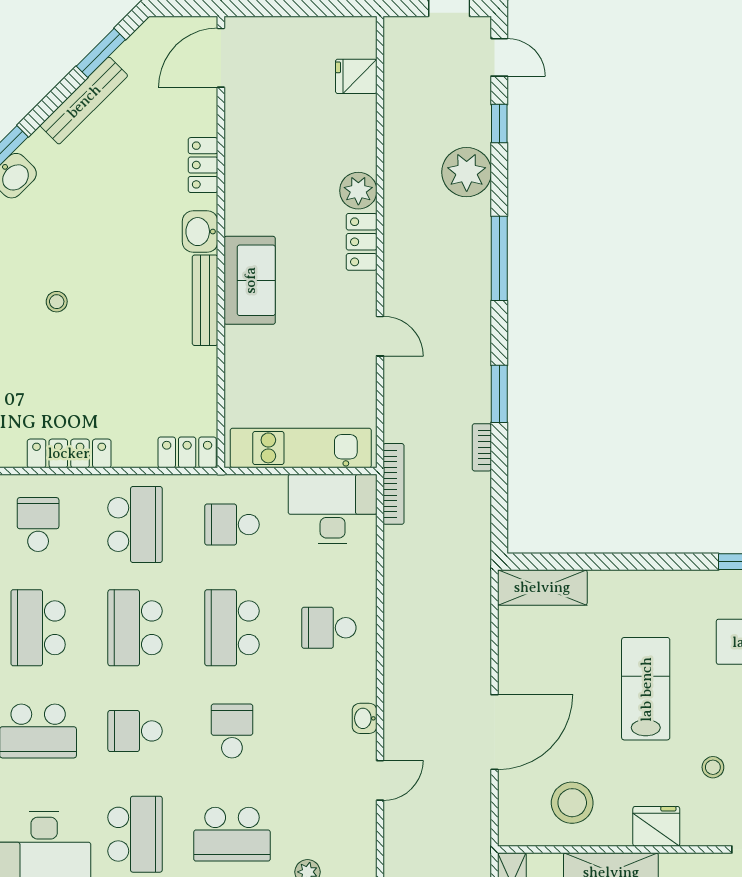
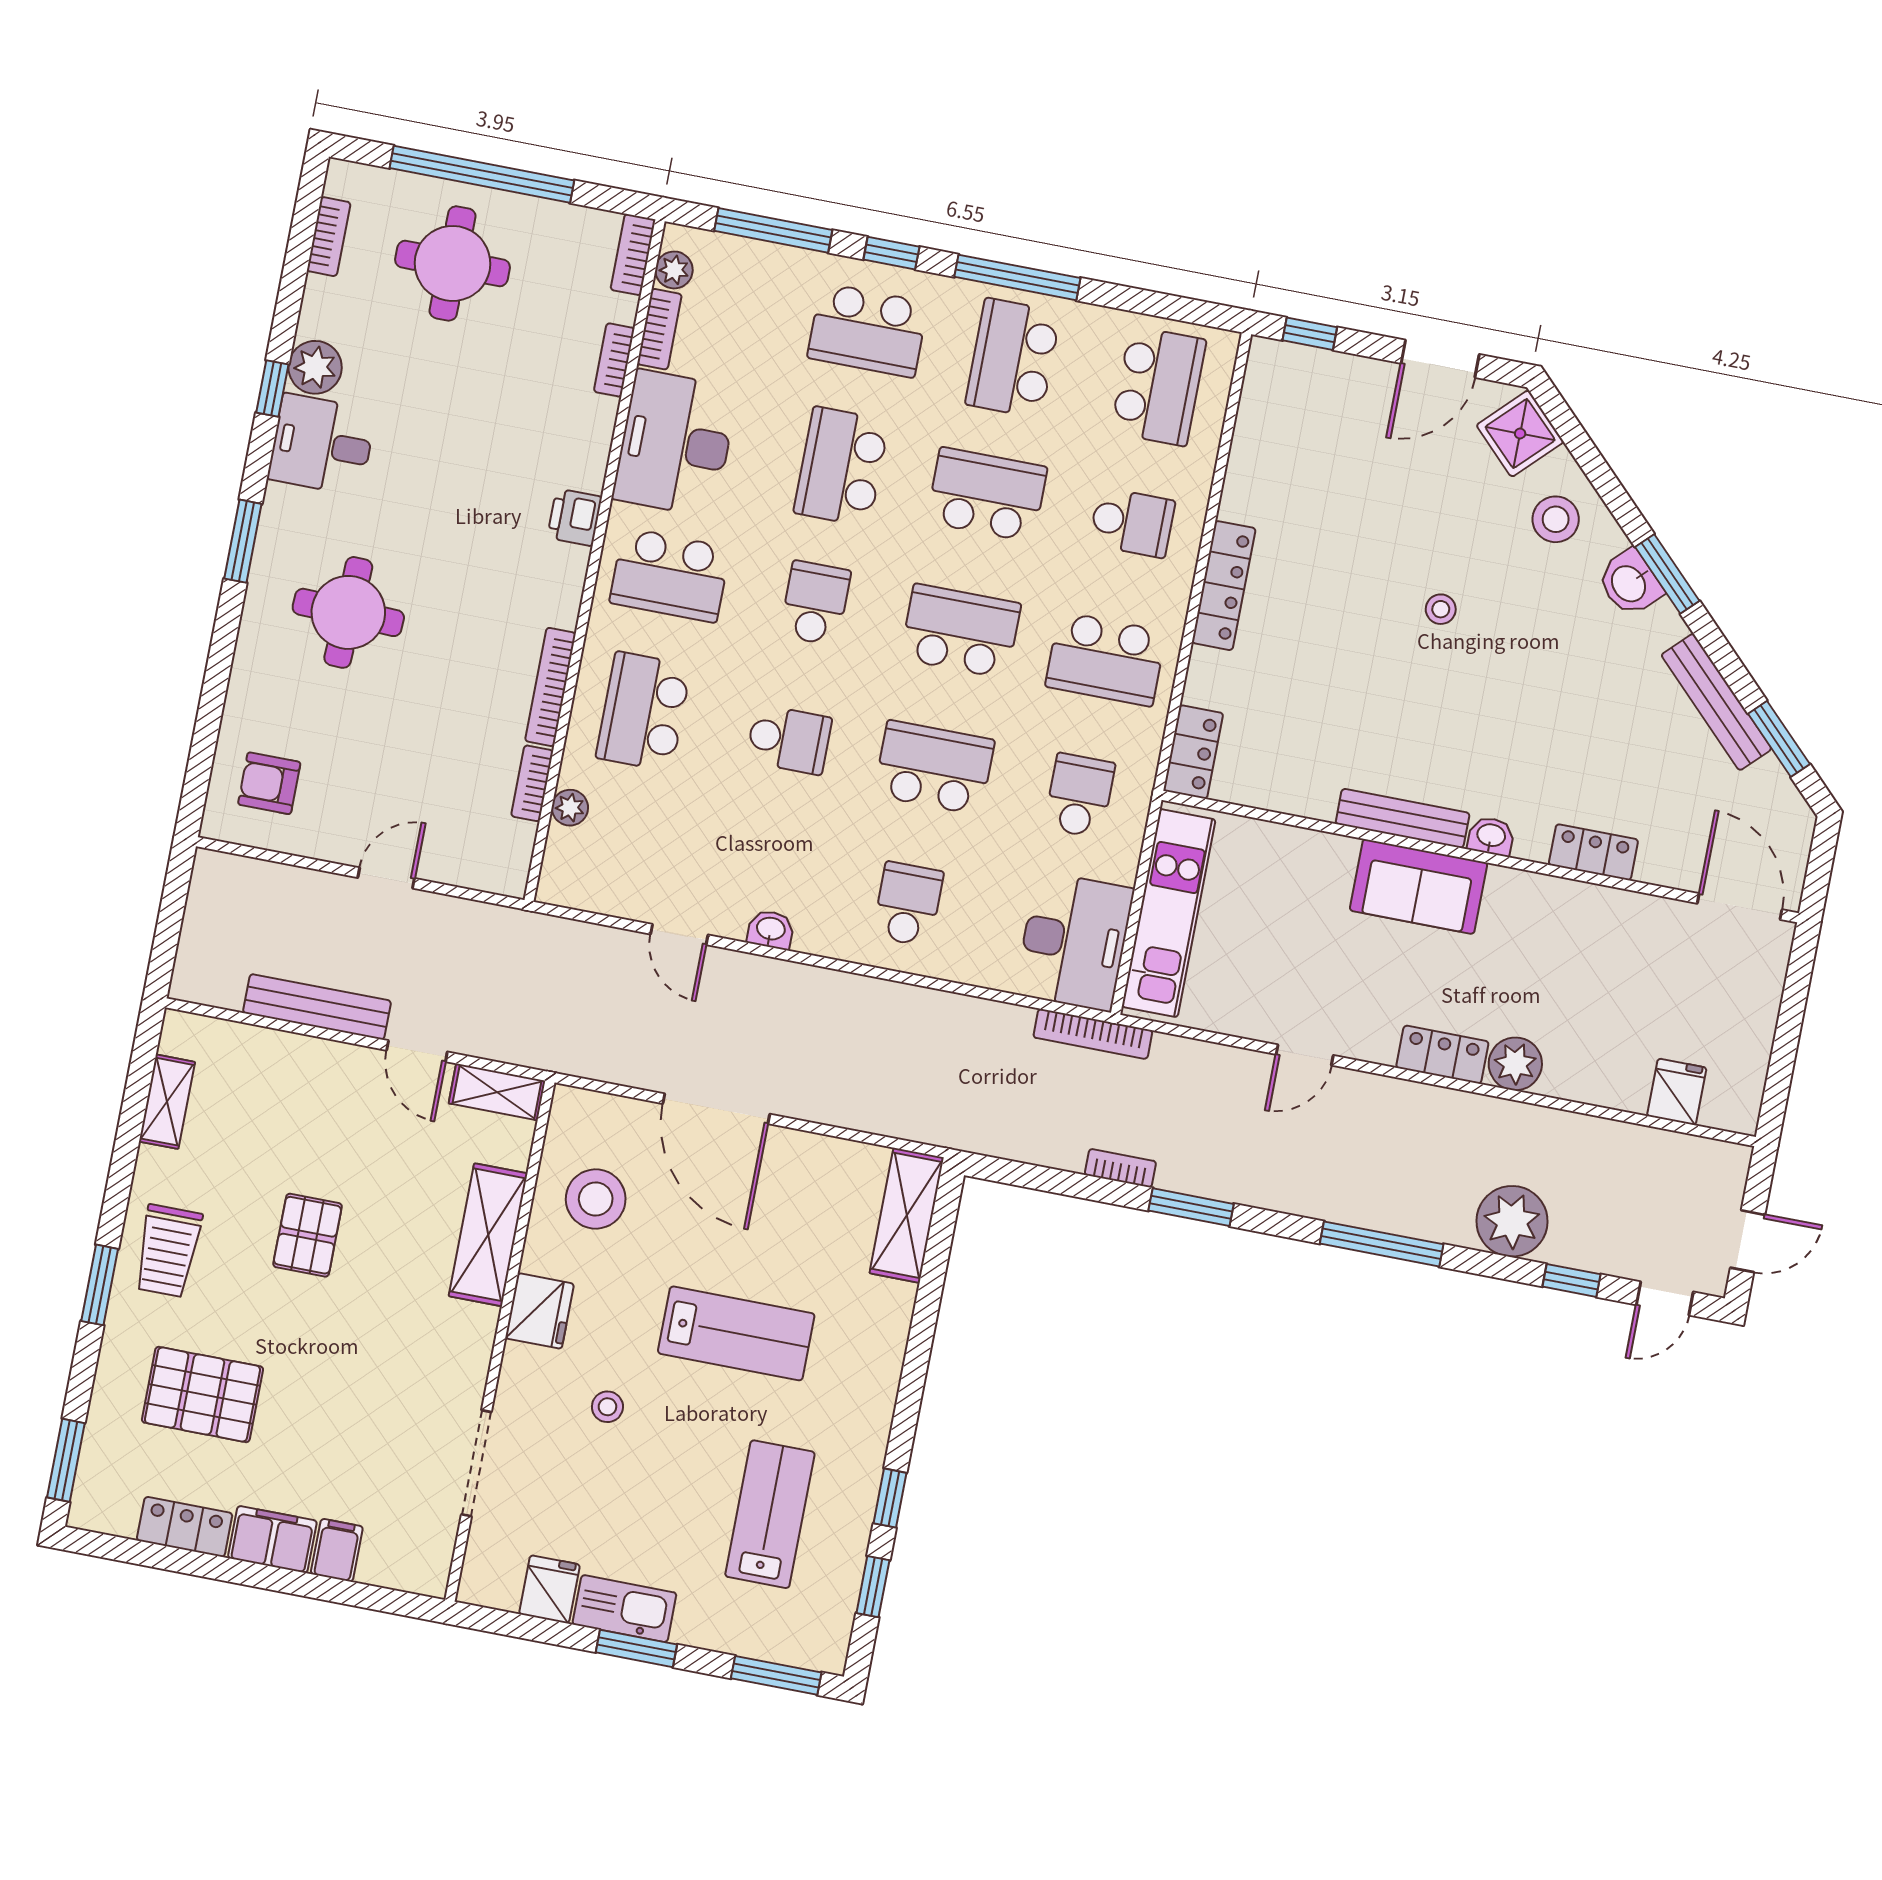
washbasin: (200, 232) -> (1491, 836), width x0.72, depth x0.69

